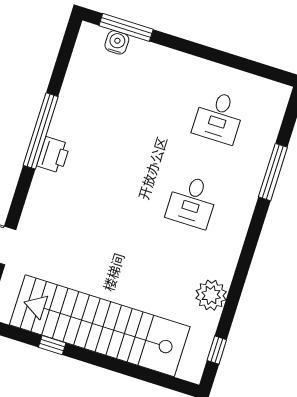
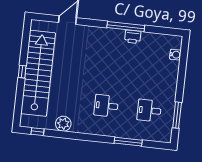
window: (126, 27) -> (177, 115), moved
printer: (53, 155) -> (133, 37), moved
window: (52, 345) -> (22, 72), moved

